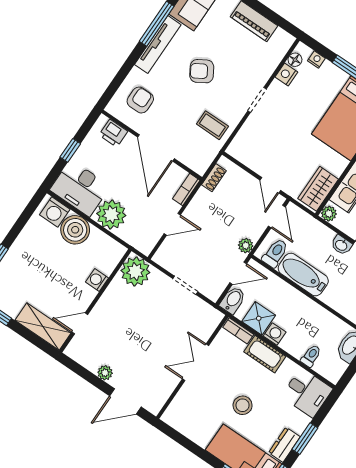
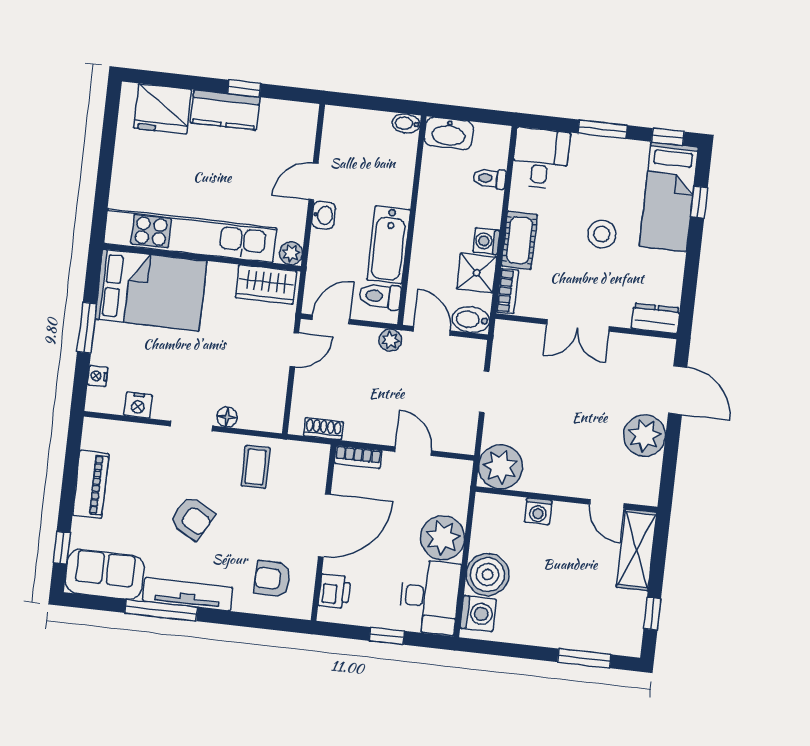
floor lamp: (295, 60) -> (227, 417), moved
armchair: (202, 71) -> (192, 518), turned -30
plant: (105, 373) -> (645, 436), width x1.87, depth x1.87
dresser: (284, 445) -> (656, 318), moved, turned 180

